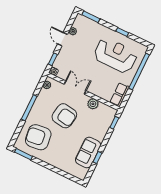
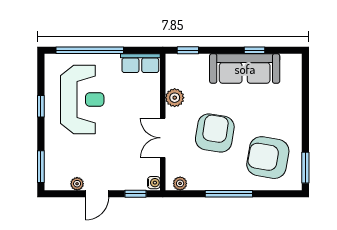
reception desk: (115, 55) -> (82, 100), turned 180
armchair: (38, 137) -> (268, 158), turned 107
sofa: (88, 152) -> (245, 69), width x1.36

